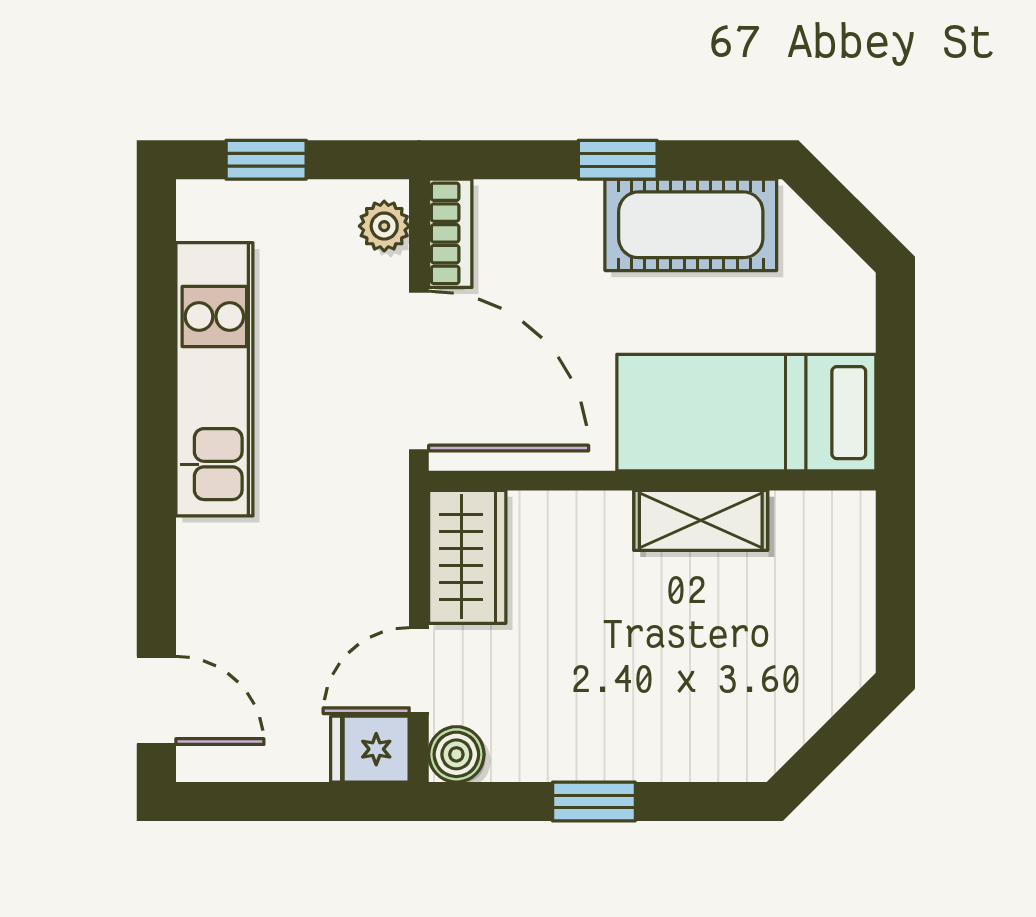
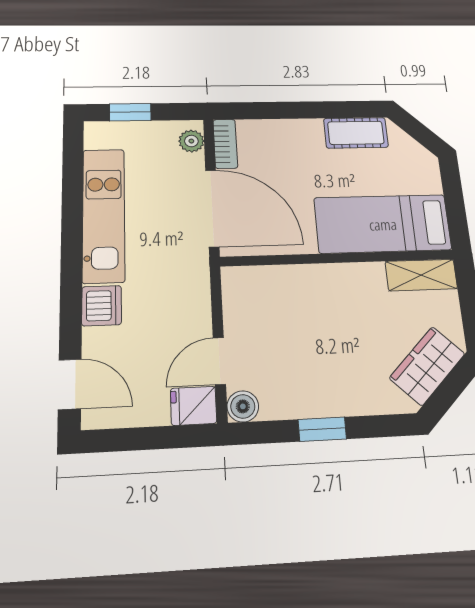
window: (618, 160) -> (306, 110), removed
cot: (691, 225) -> (356, 133), width x0.73, depth x0.75
shelving: (701, 520) -> (421, 275), moved
wardrobe: (467, 557) -> (427, 366), moved, turned -135
dishwasher: (211, 559) -> (102, 306), added

